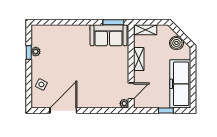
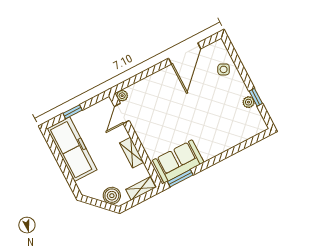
boiler: (176, 43) -> (112, 196), moved

